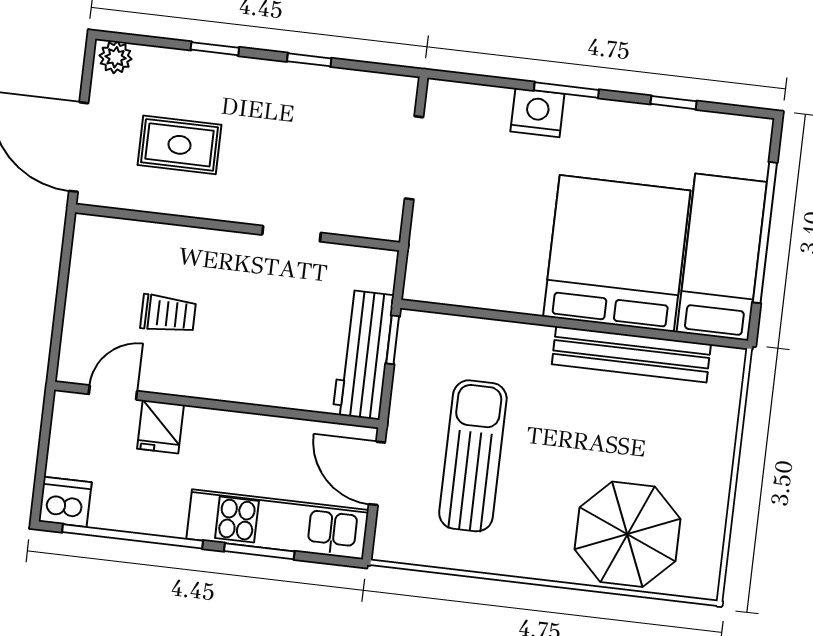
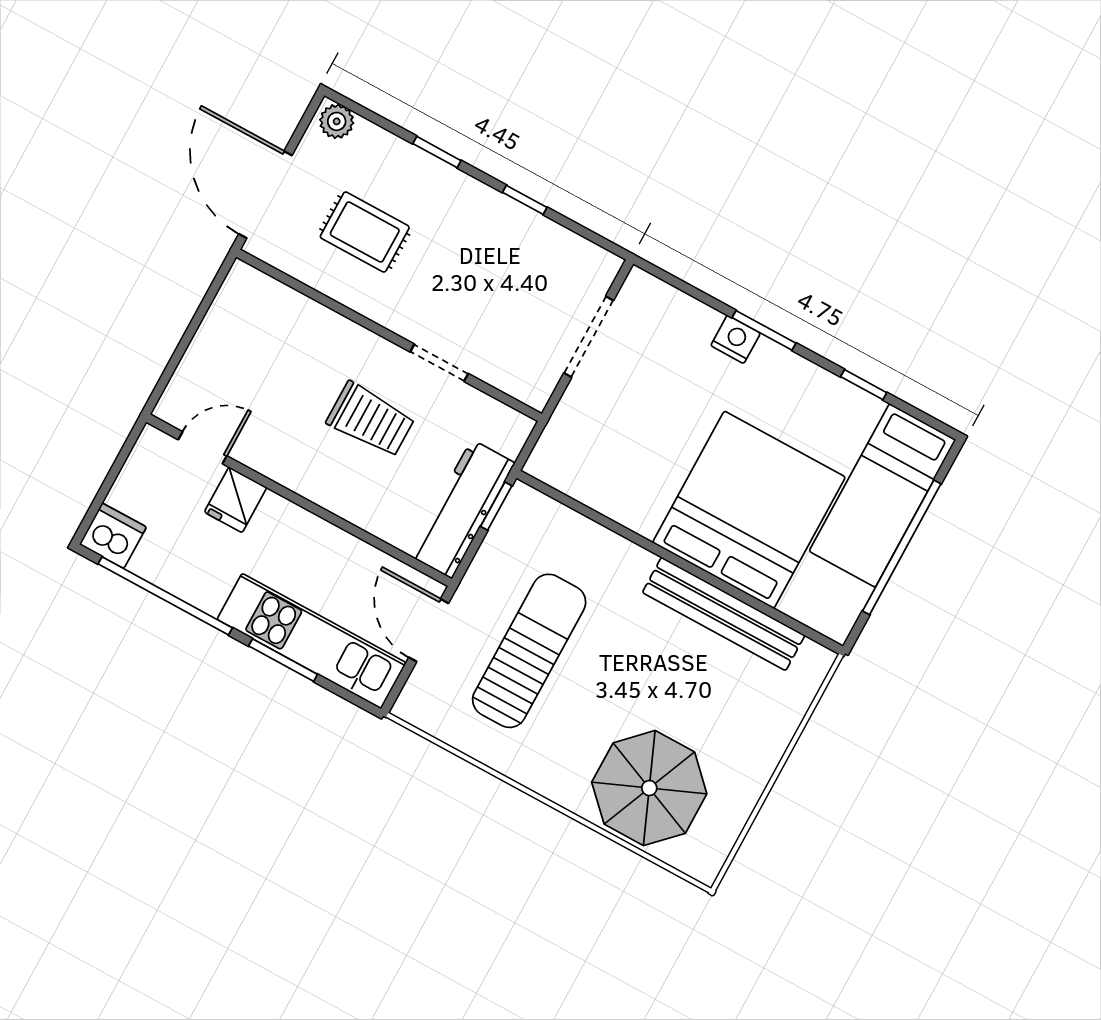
nightstand: (537, 113) -> (736, 339), width x0.74, depth x0.75
bed: (722, 257) -> (882, 495), moved, turned 180
trolley: (168, 314) -> (371, 420), moved, width x1.36, depth x1.39

